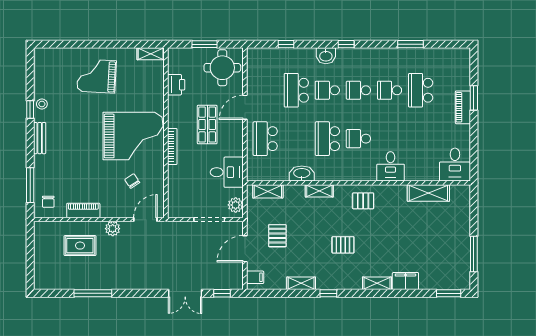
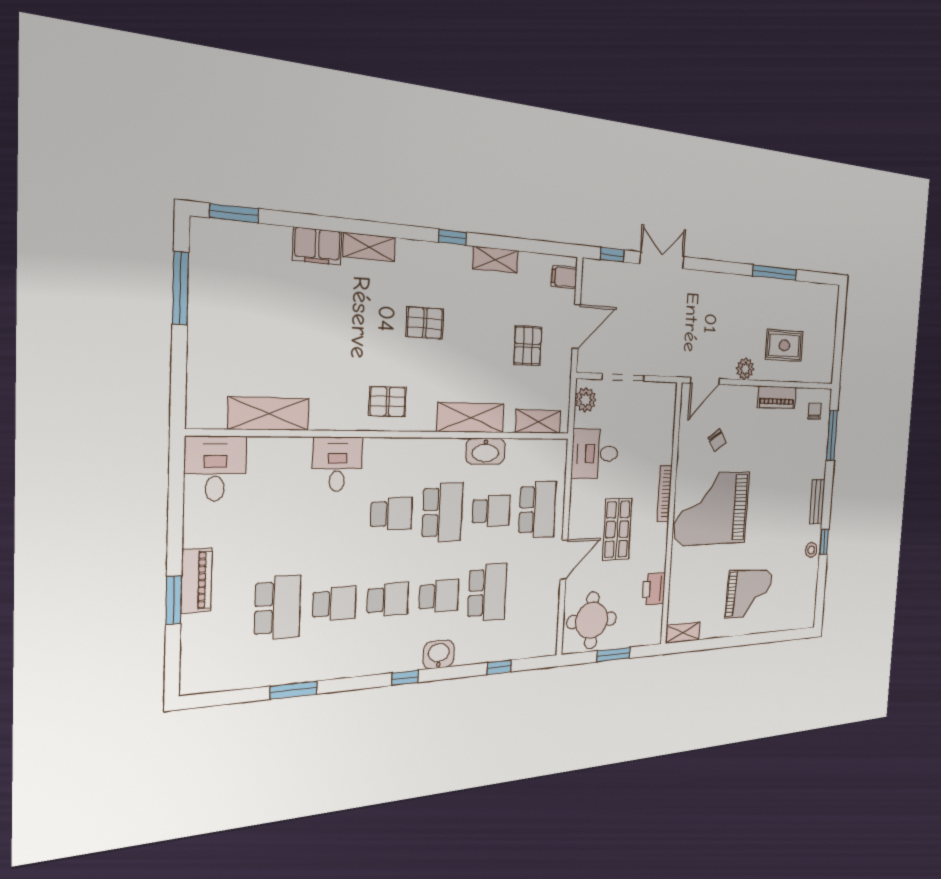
school desk: (296, 139) -> (491, 511), added
shelving: (319, 191) -> (471, 418), width x1.50, depth x1.33

